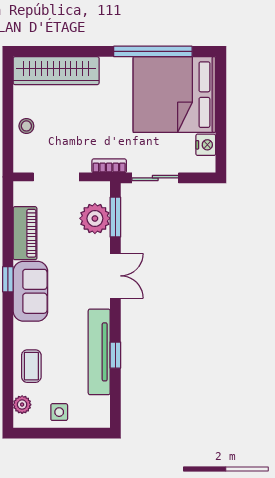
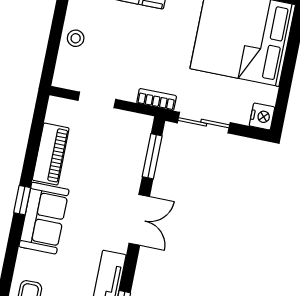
nightstand: (206, 145) -> (262, 116), moved
doorway: (56, 177) -> (97, 100), width x0.73
plant: (95, 218) -> (130, 153), removed

